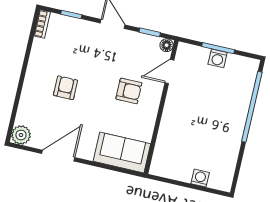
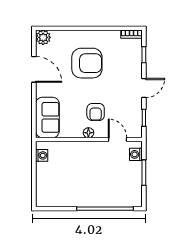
floor lamp: (167, 45) -> (88, 133), moved
washing machine: (218, 58) -> (136, 154), moved
armchair: (65, 88) -> (87, 63), width x1.88, depth x1.88
washing machine: (200, 178) -> (42, 155), moved

